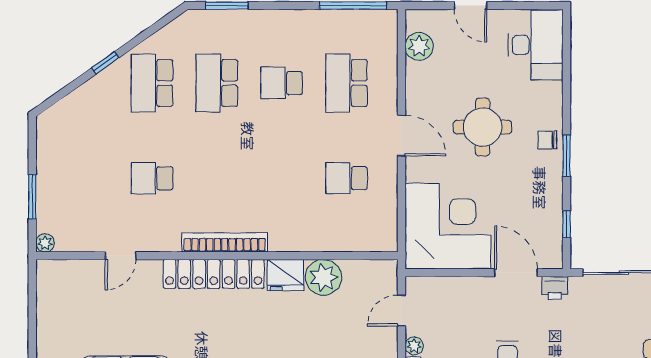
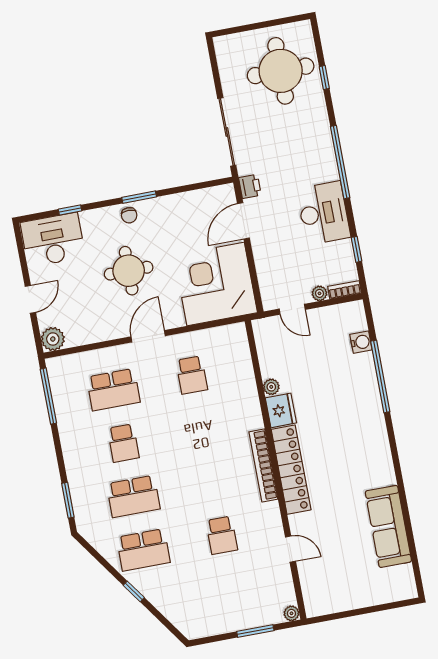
plant: (419, 46) -> (53, 339), moved
window: (567, 224) -> (70, 210), moved
plant: (323, 277) -> (271, 387), width x0.53, depth x0.53

